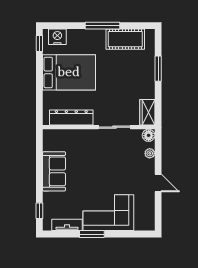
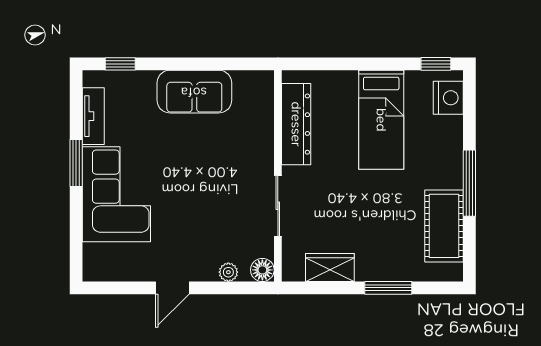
bed: (69, 72) -> (381, 120), width x0.67
wardrobe: (147, 112) -> (330, 268), moved

